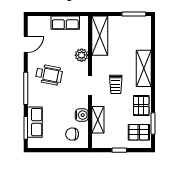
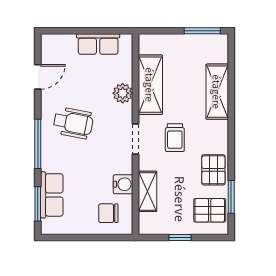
shelving: (100, 36) -> (150, 85), moved
shelving: (144, 68) -> (217, 92), moved

